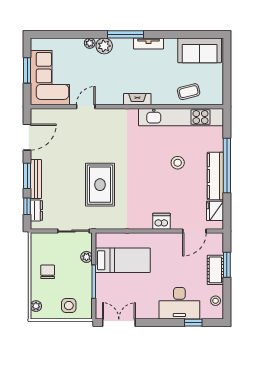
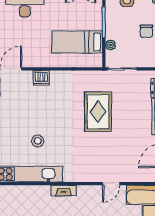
coffee table: (189, 92) -> (16, 198), removed
stool: (178, 163) -> (38, 141), moved

